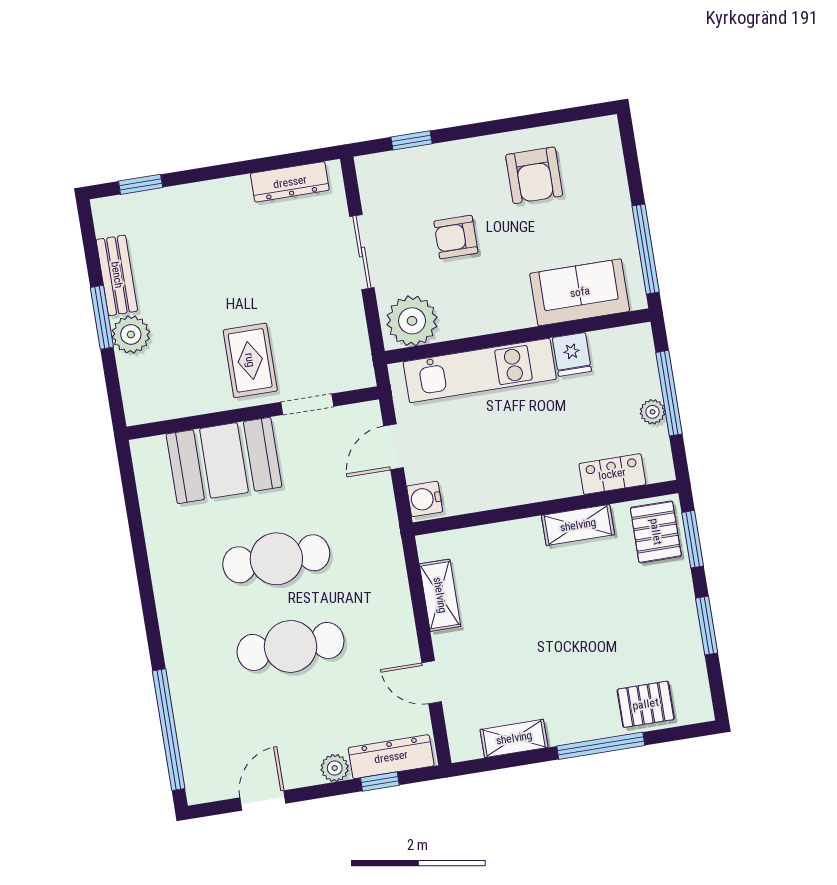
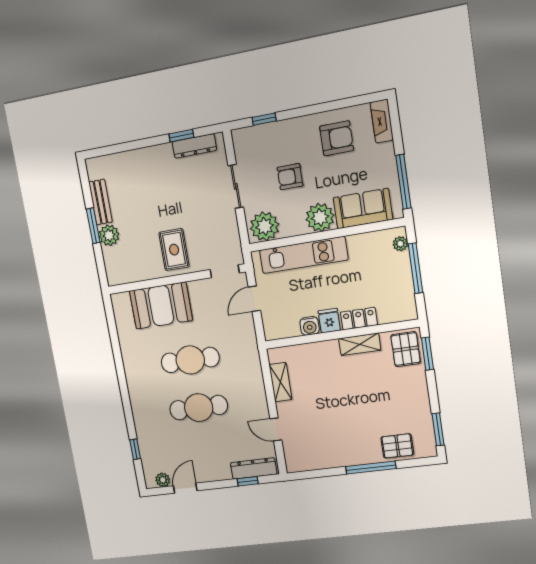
fireplace: (608, 150) -> (382, 121), added
armchair: (534, 175) -> (337, 138), turned -90
window: (141, 184) -> (181, 136), moved
plant: (507, 306) -> (320, 217), added
fridge: (572, 354) -> (329, 321), moved, turned 180
doorway: (307, 404) -> (225, 271), moved
plant: (653, 412) -> (400, 244), moved
locker: (612, 474) -> (359, 319), moved
water cooler: (425, 499) -> (310, 326), moved, turned -90
window: (707, 626) -> (438, 429), moved
window: (169, 730) -> (135, 449), width x0.32
shelving: (514, 738) -> (322, 462), removed
plant: (335, 768) -> (163, 480), moved

